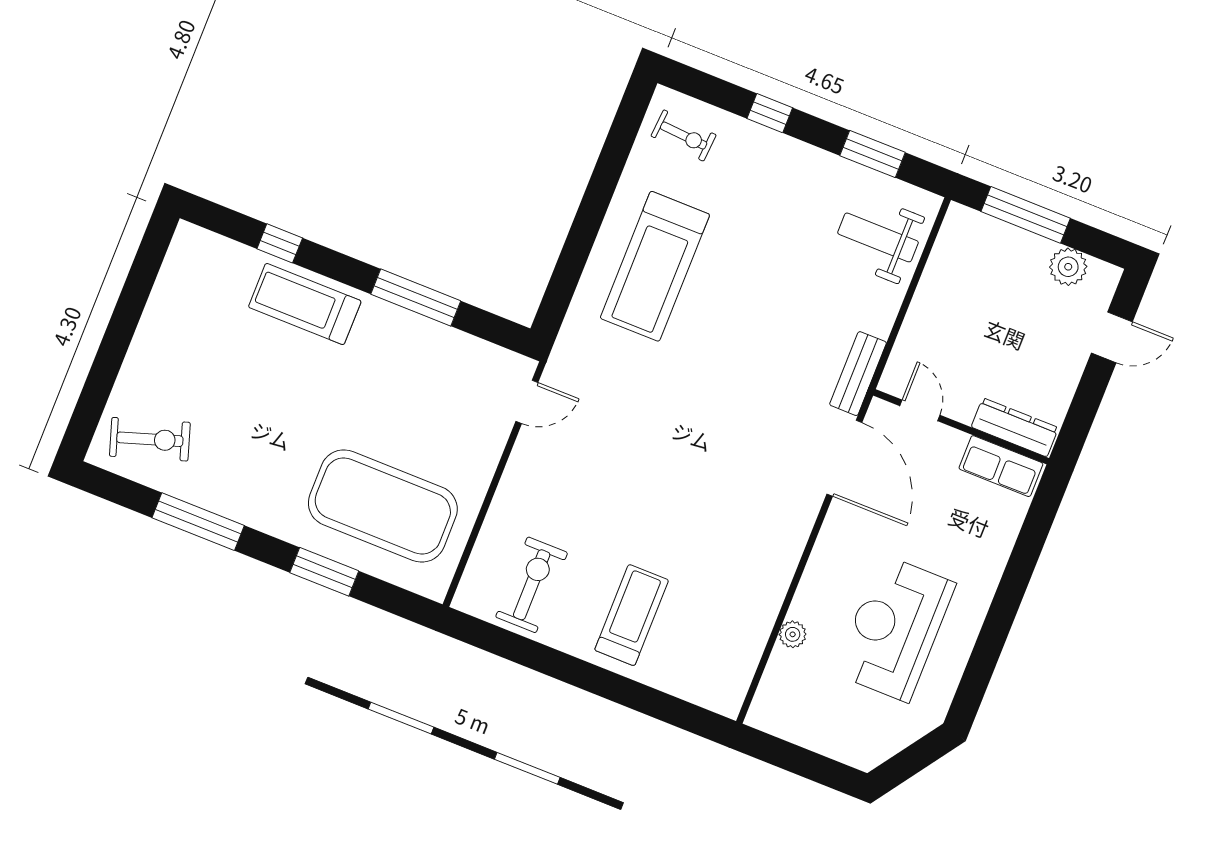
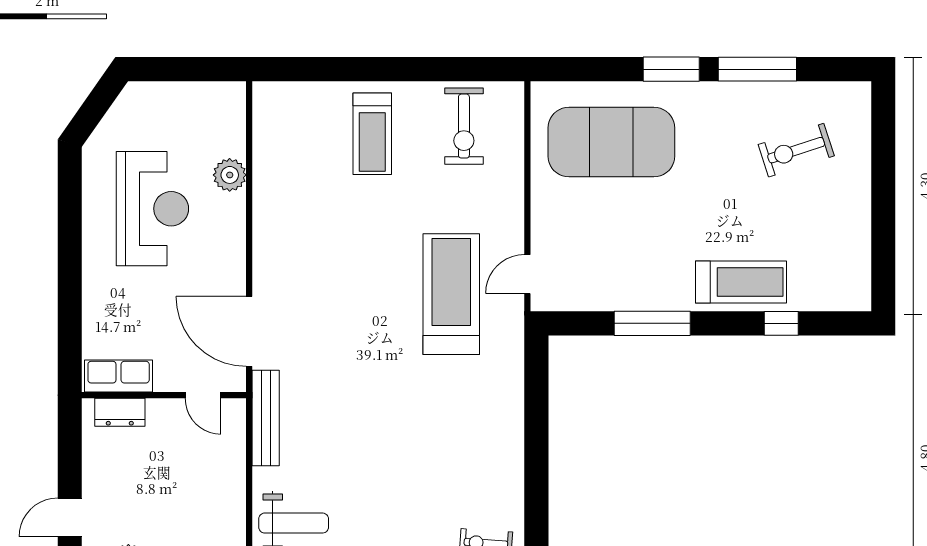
treadmill: (655, 266) -> (451, 294), moved
bench: (858, 374) -> (266, 418), width x1.36
dresser: (1015, 427) -> (120, 412), width x0.70
exercise bike: (150, 439) -> (796, 150), moved
window: (324, 572) -> (671, 69), moved
plant: (793, 634) -> (230, 175), width x1.38, depth x1.38

